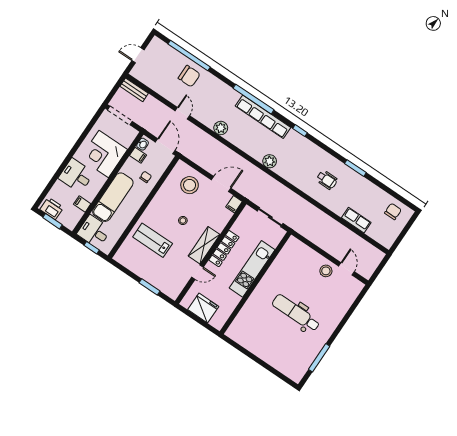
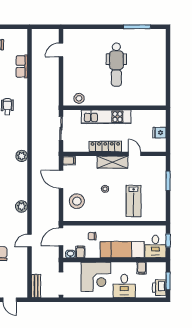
stool: (326, 271) -> (79, 98), moved
fridge: (203, 308) -> (159, 133), width x0.53, depth x0.75

